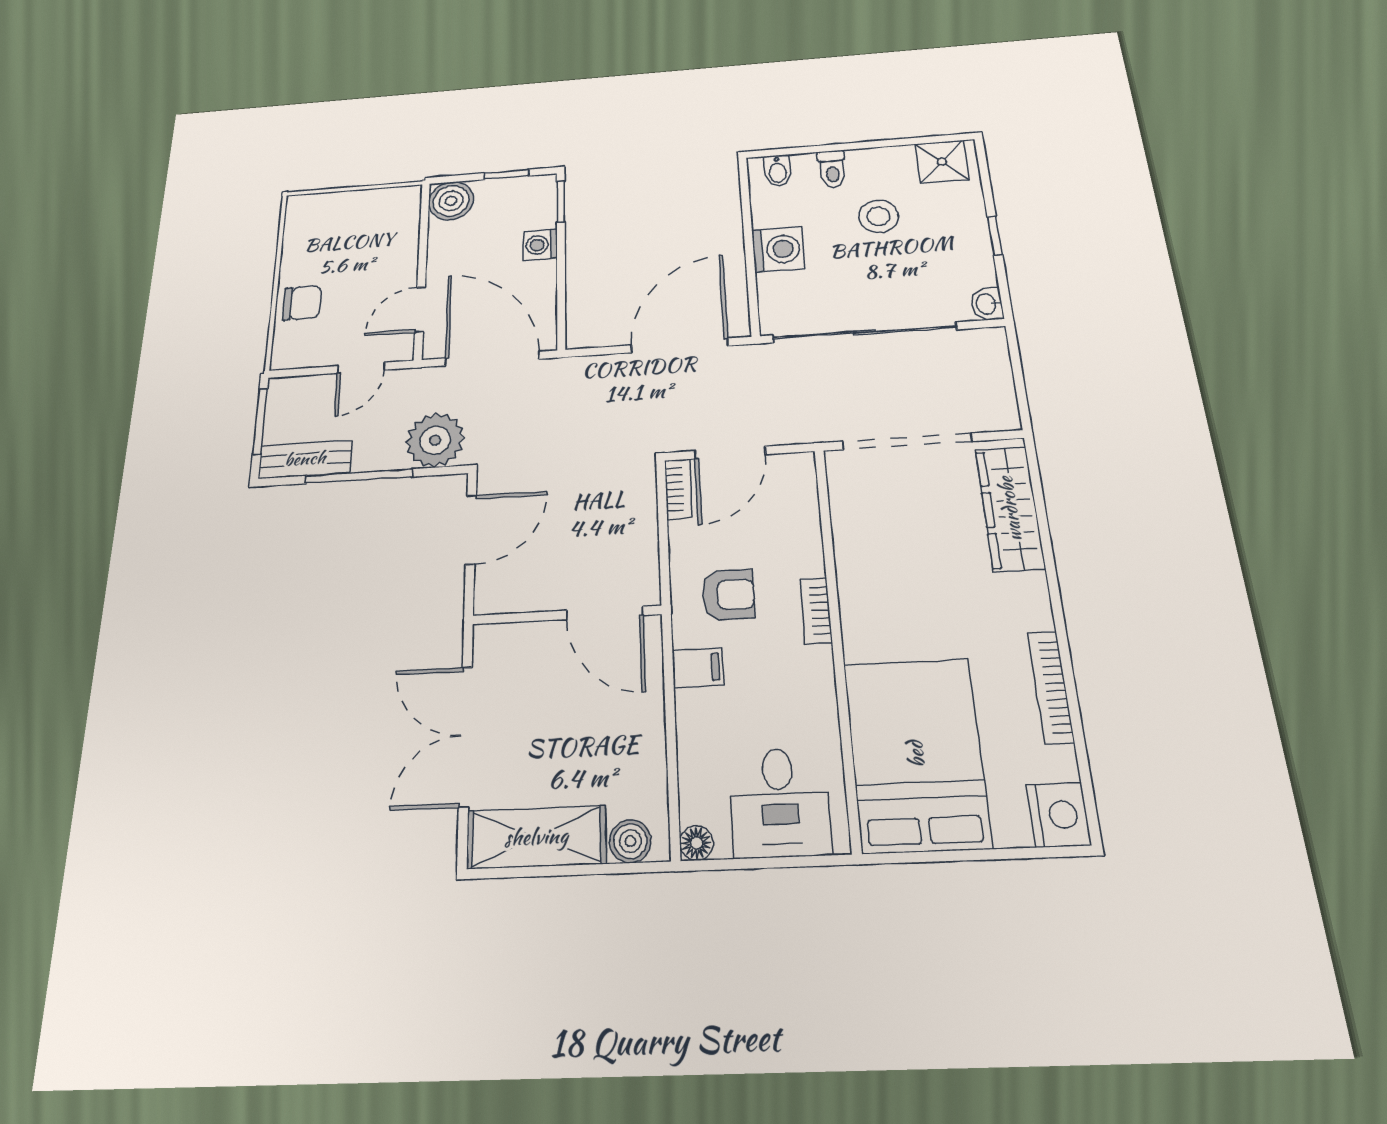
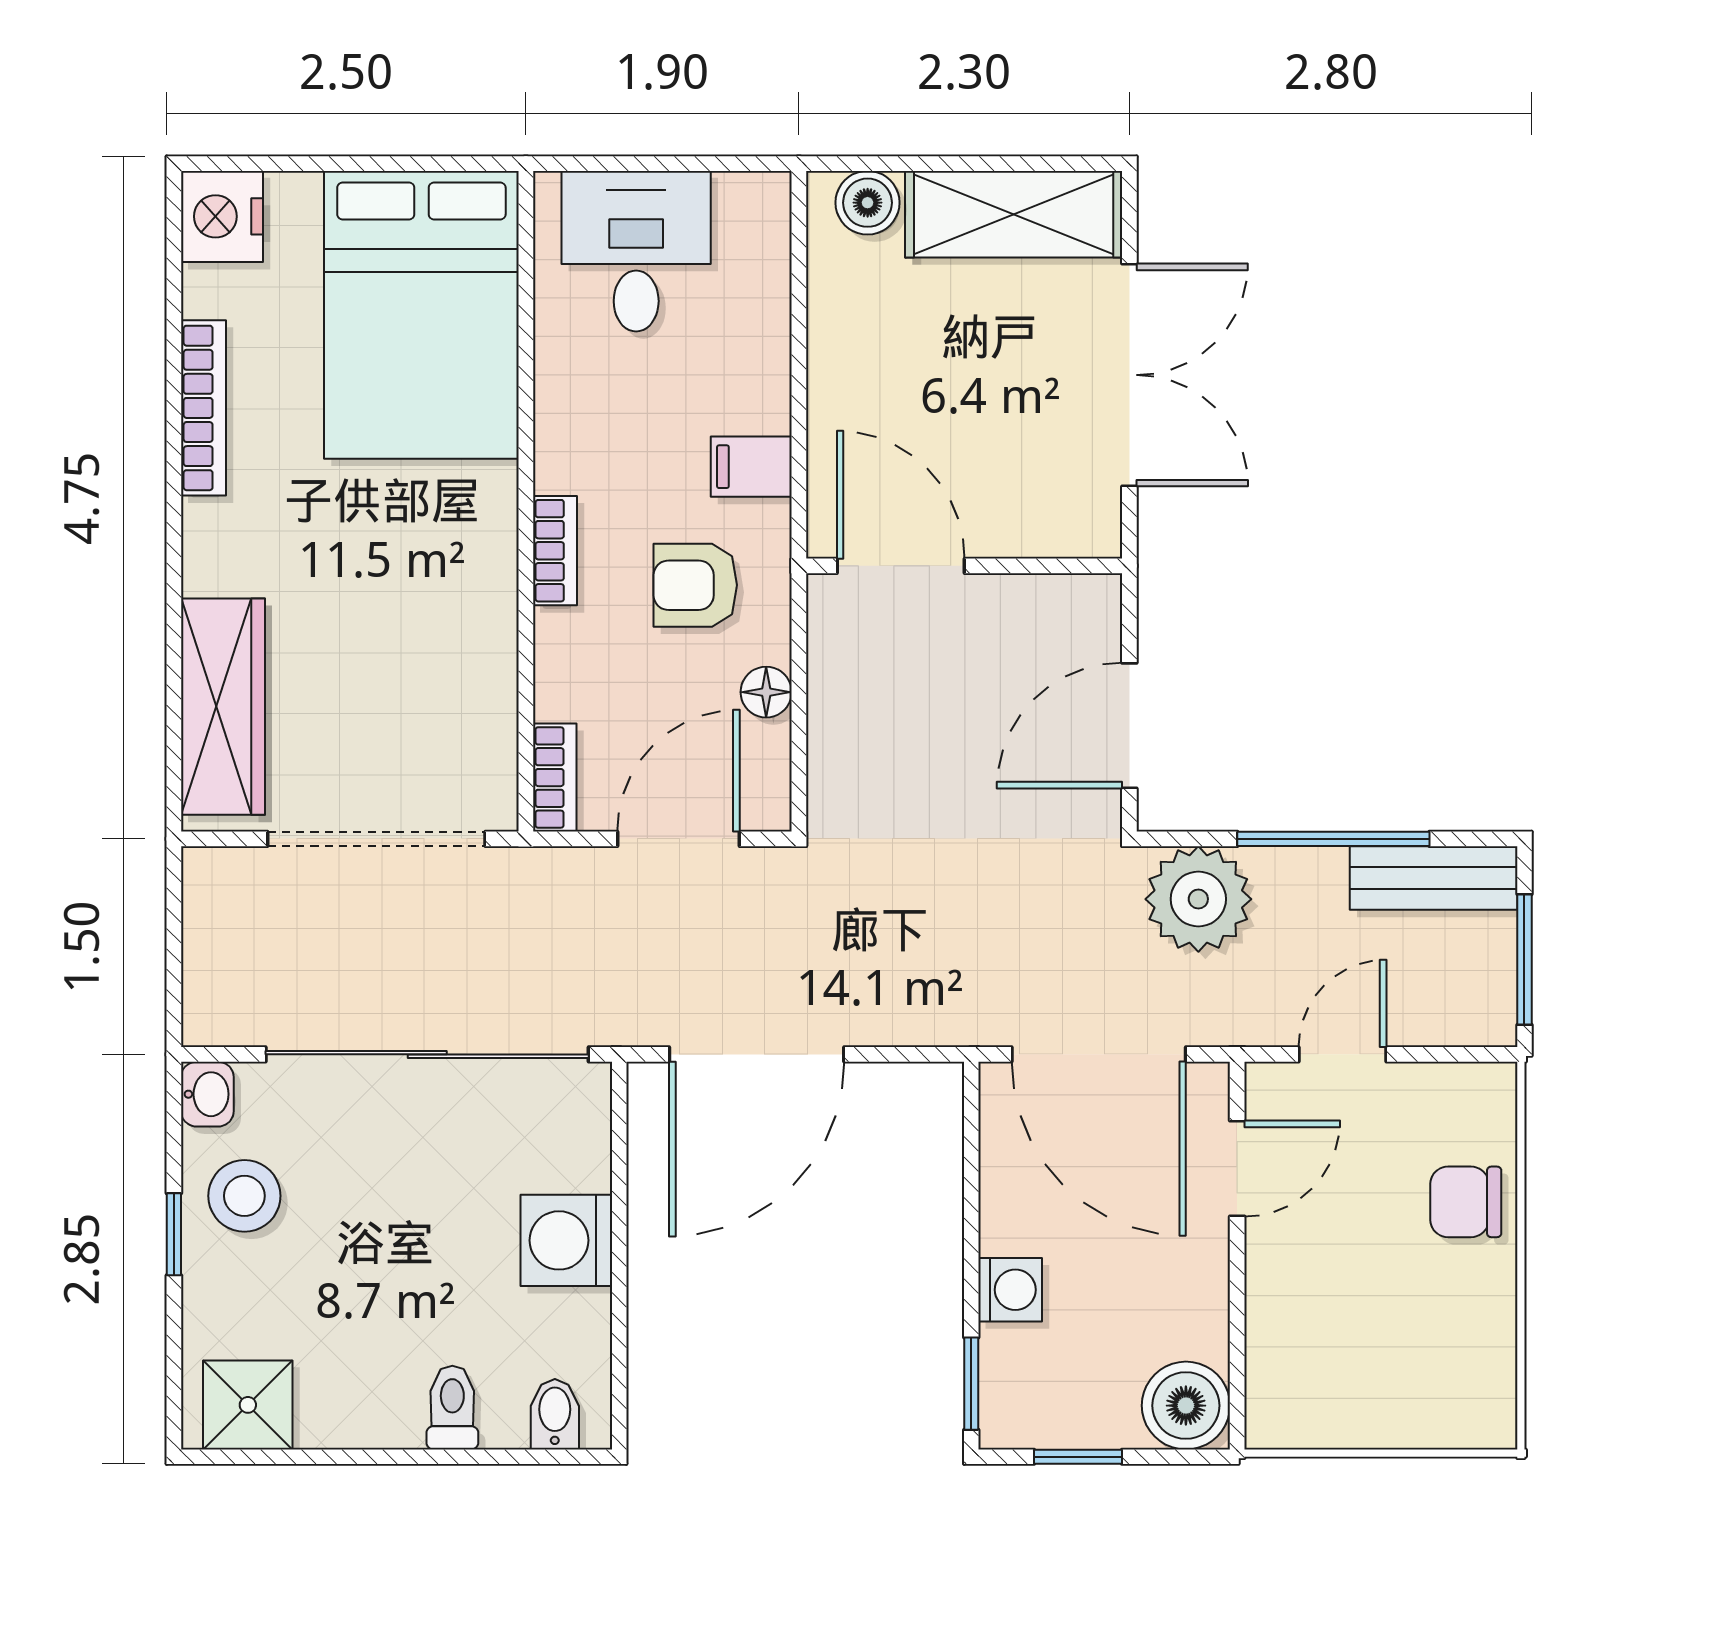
stool: (879, 216) -> (244, 1196), moved
bookcase: (678, 489) -> (555, 778), moved, turned 180
floor lamp: (696, 843) -> (766, 692), moved

